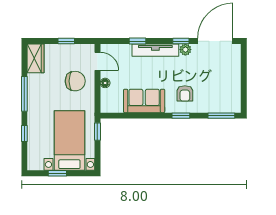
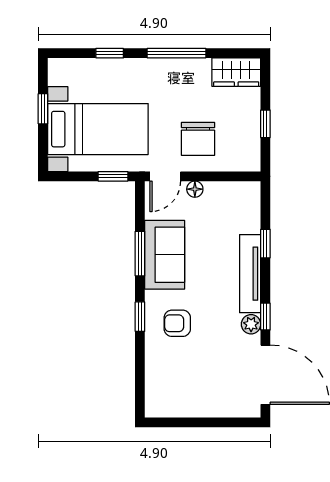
door: (97, 61) -> (165, 176), moved
window: (221, 116) -> (140, 254), moved

